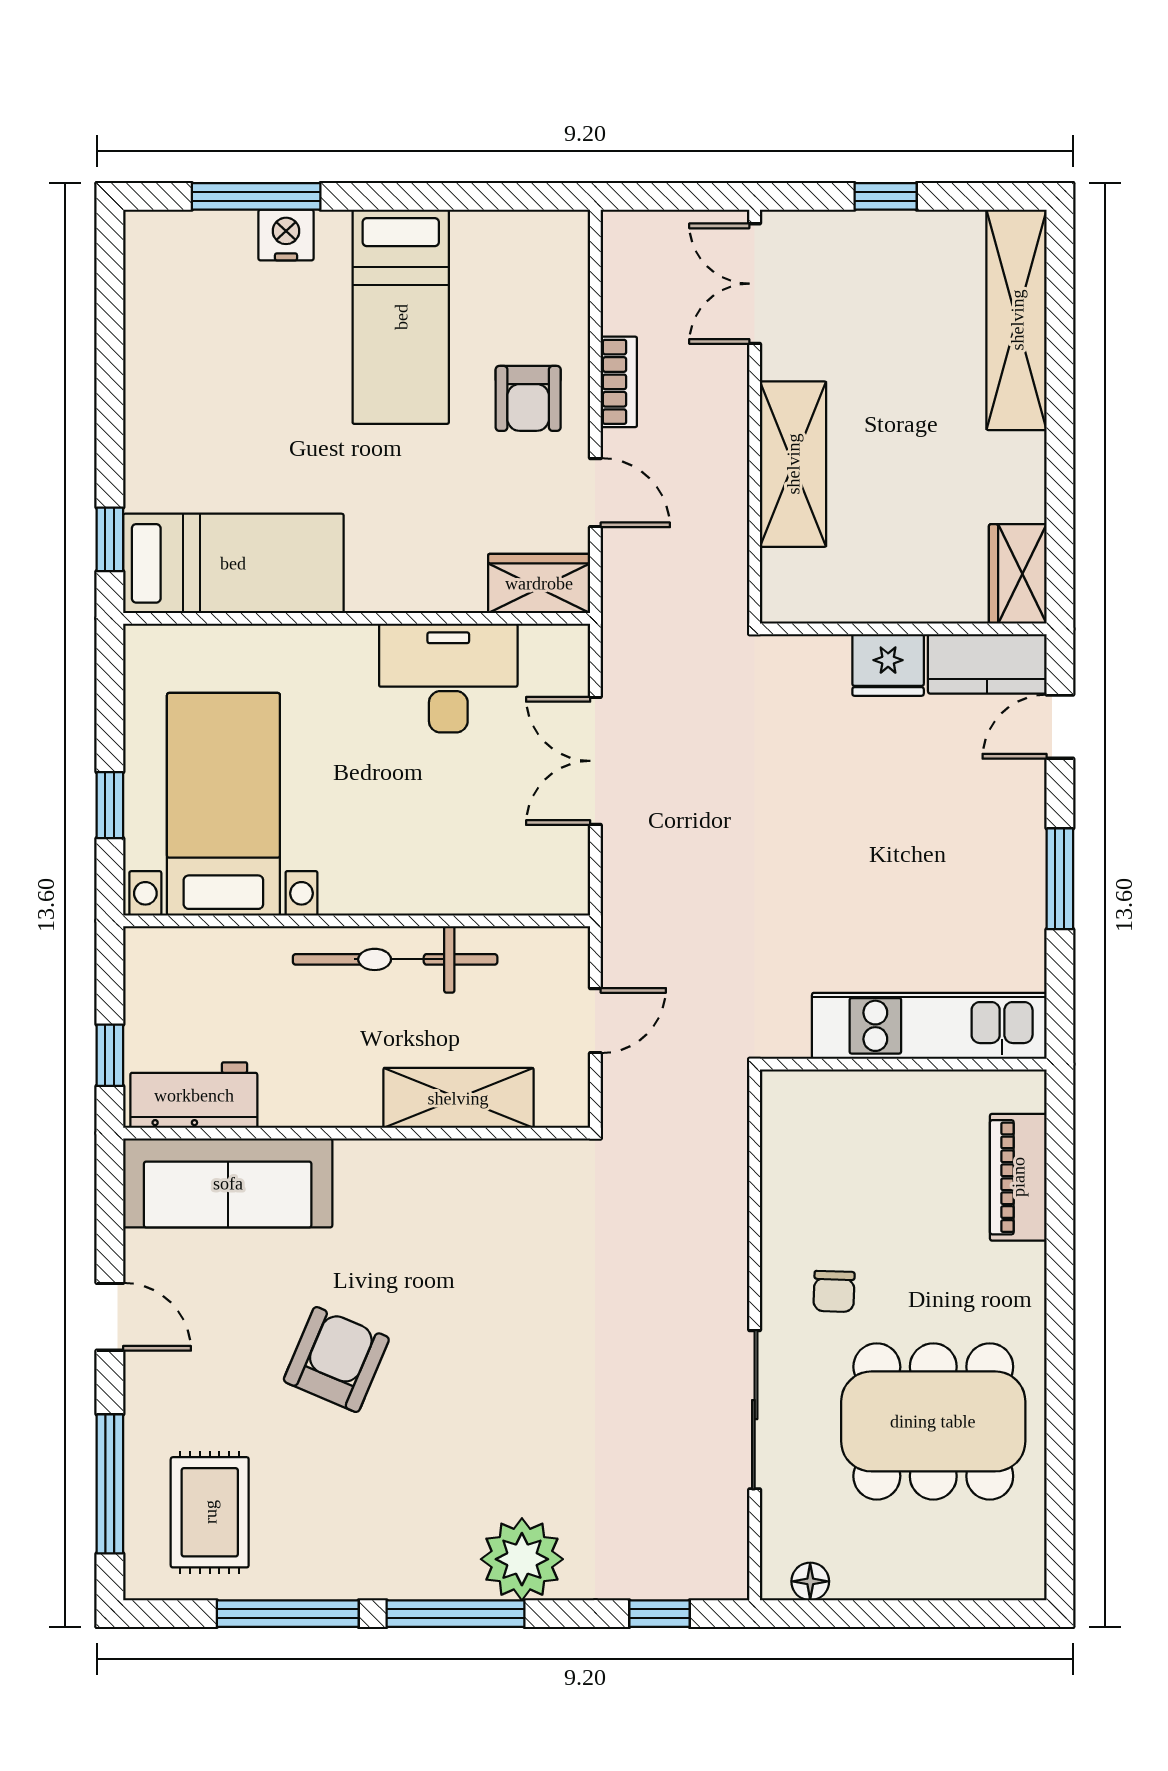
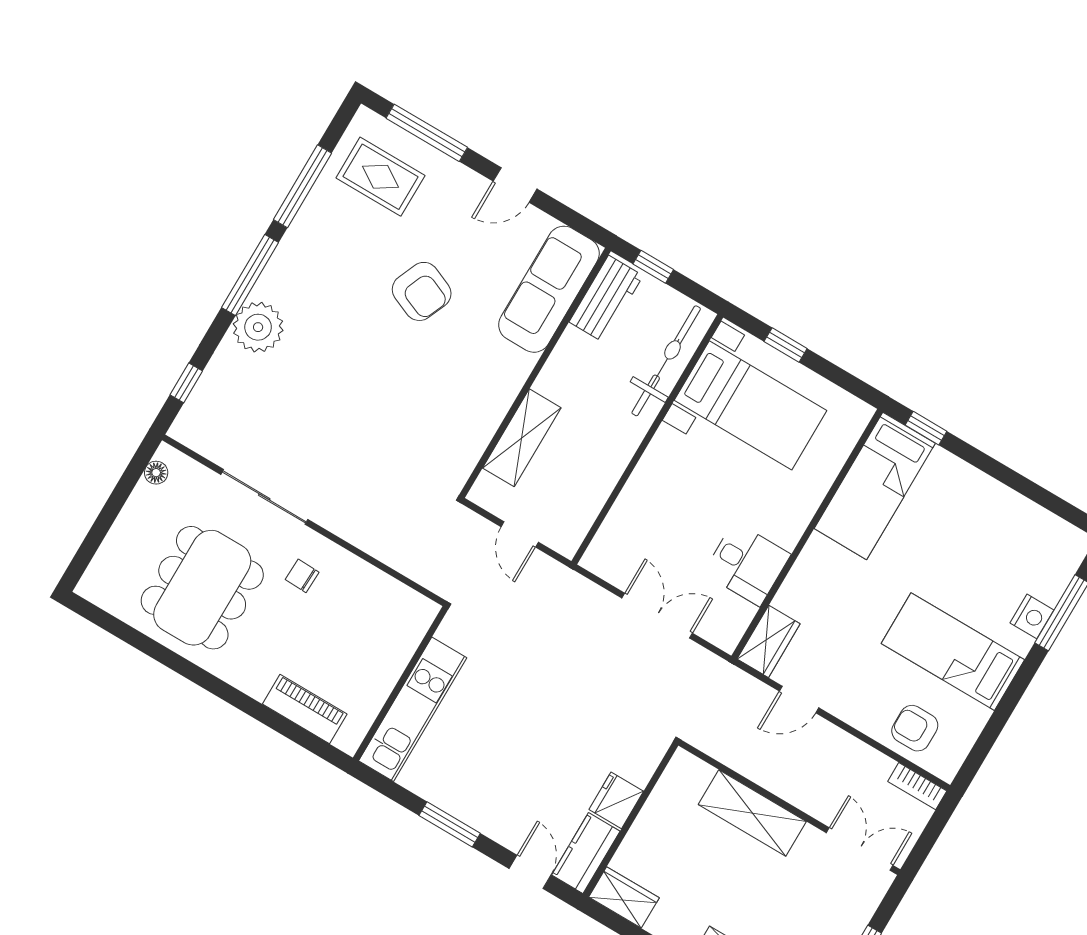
bookcase: (619, 382) -> (917, 786), moved
armchair: (528, 398) -> (915, 728), moved
desk: (448, 678) -> (747, 564), width x0.73
bicycle: (395, 959) -> (666, 361), moved

